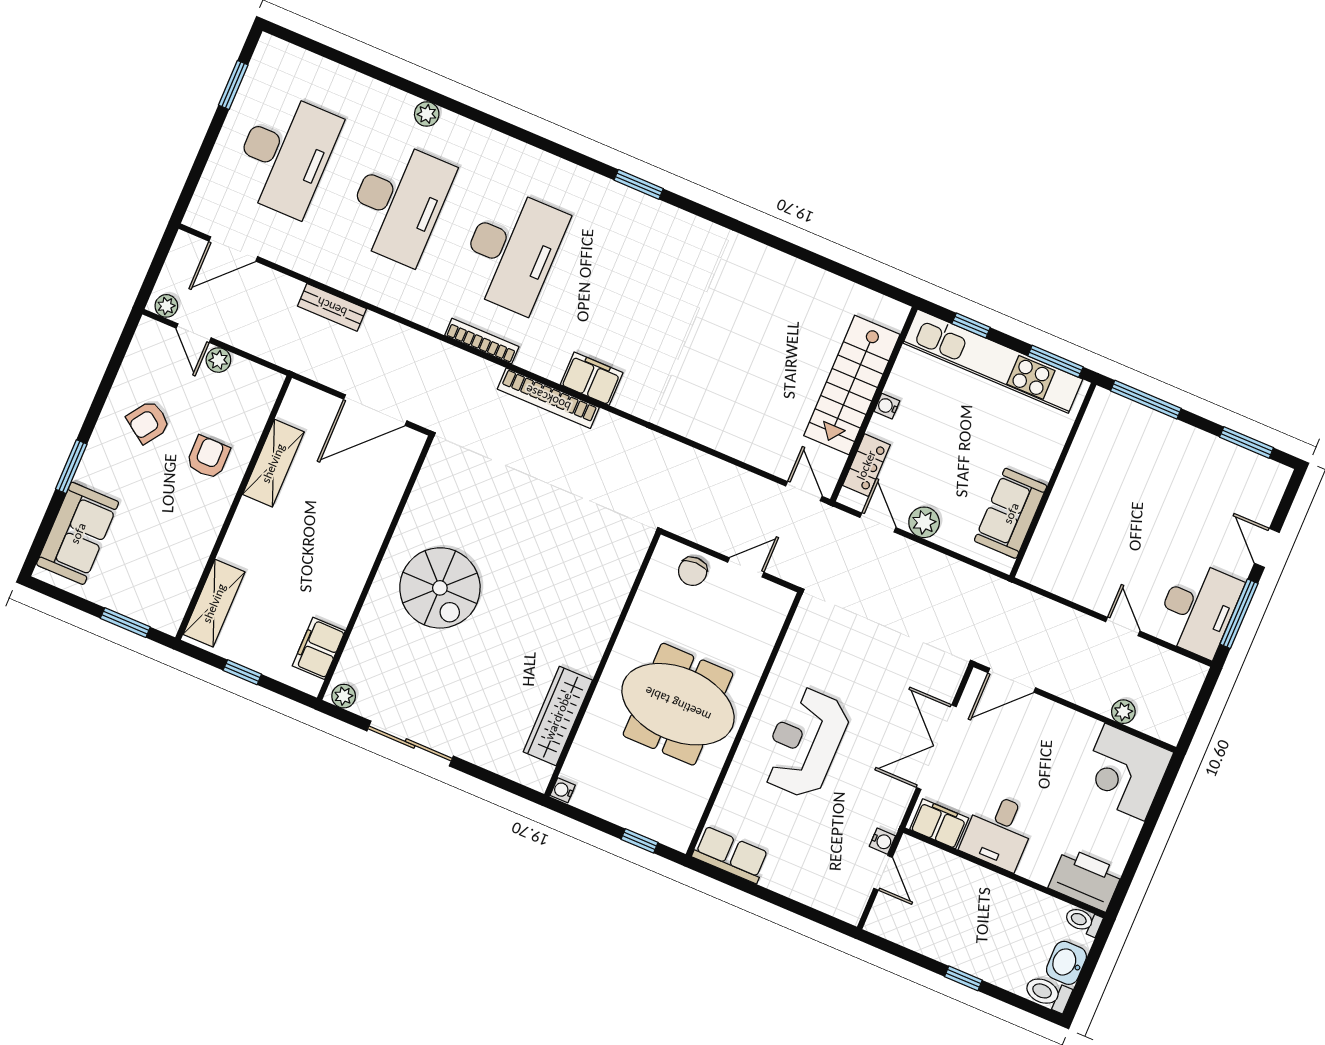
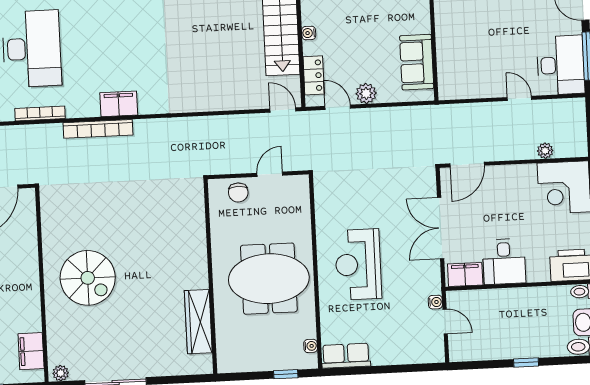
water cooler: (563, 790) -> (311, 346), moved, turned 180

